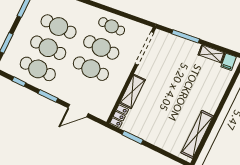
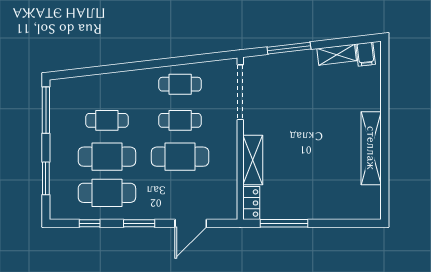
cafe table: (59, 27) -> (107, 120), width x0.73, depth x0.74
cafe table: (101, 47) -> (180, 120), width x0.73, depth x0.74
shelving: (197, 134) -> (371, 148), moved
window: (133, 137) -> (284, 223), width x1.44

